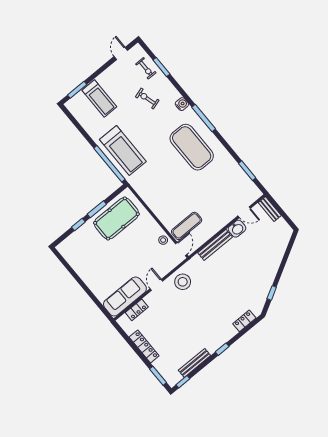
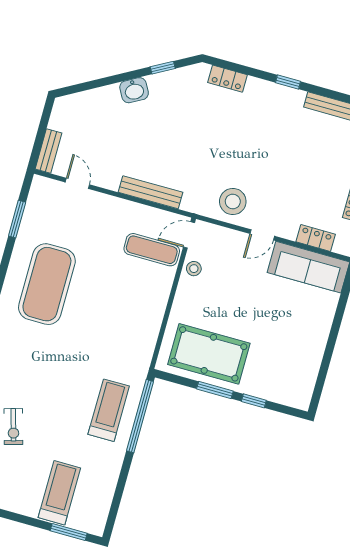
exercise mat: (192, 147) -> (47, 284), moved
treadmill: (123, 151) -> (109, 410), width x0.73, depth x0.73
washbasin: (237, 229) -> (134, 90), moved, turned 151

